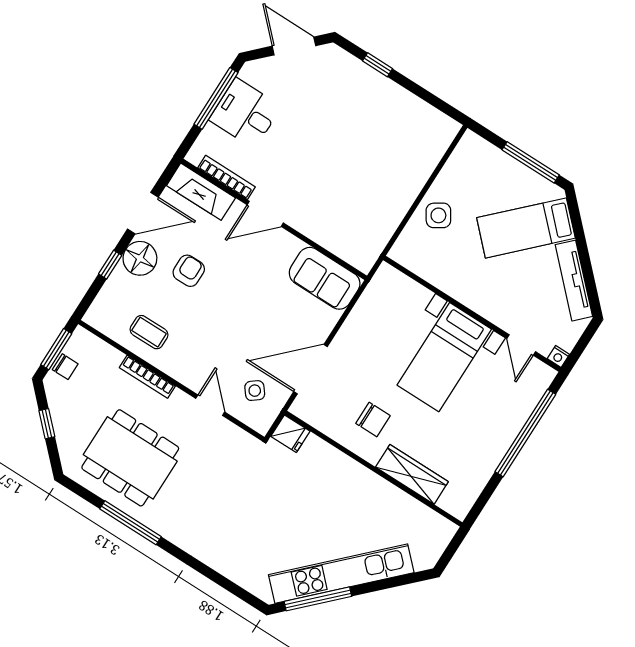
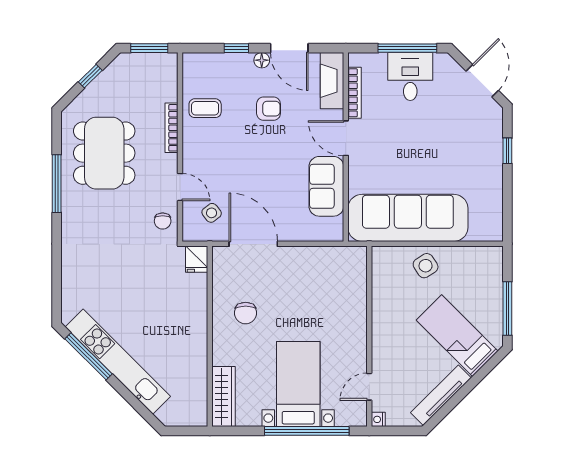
sofa: (381, 203) -> (408, 218), added
floor lamp: (140, 258) -> (262, 60), width x0.53, depth x0.53
sofa: (325, 278) -> (326, 186), moved
coffee table: (149, 332) -> (205, 108), turned 90
bed with nightstands: (444, 357) -> (298, 384), moved, turned 90
chair: (65, 367) -> (163, 221), moved
door: (210, 405) -> (180, 187), hinge flipped
wardrobe: (412, 474) -> (224, 396), moved

